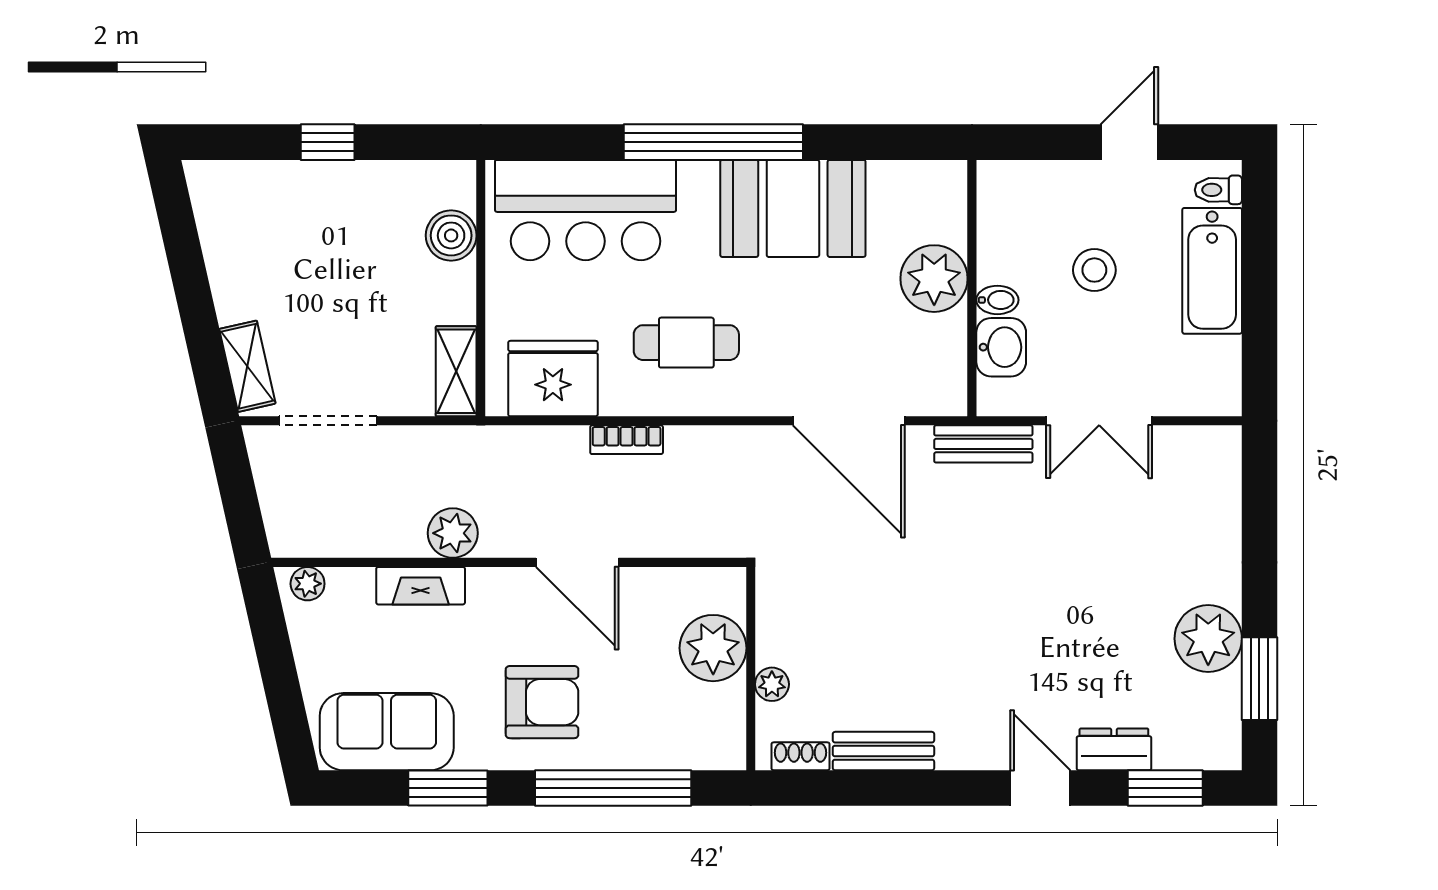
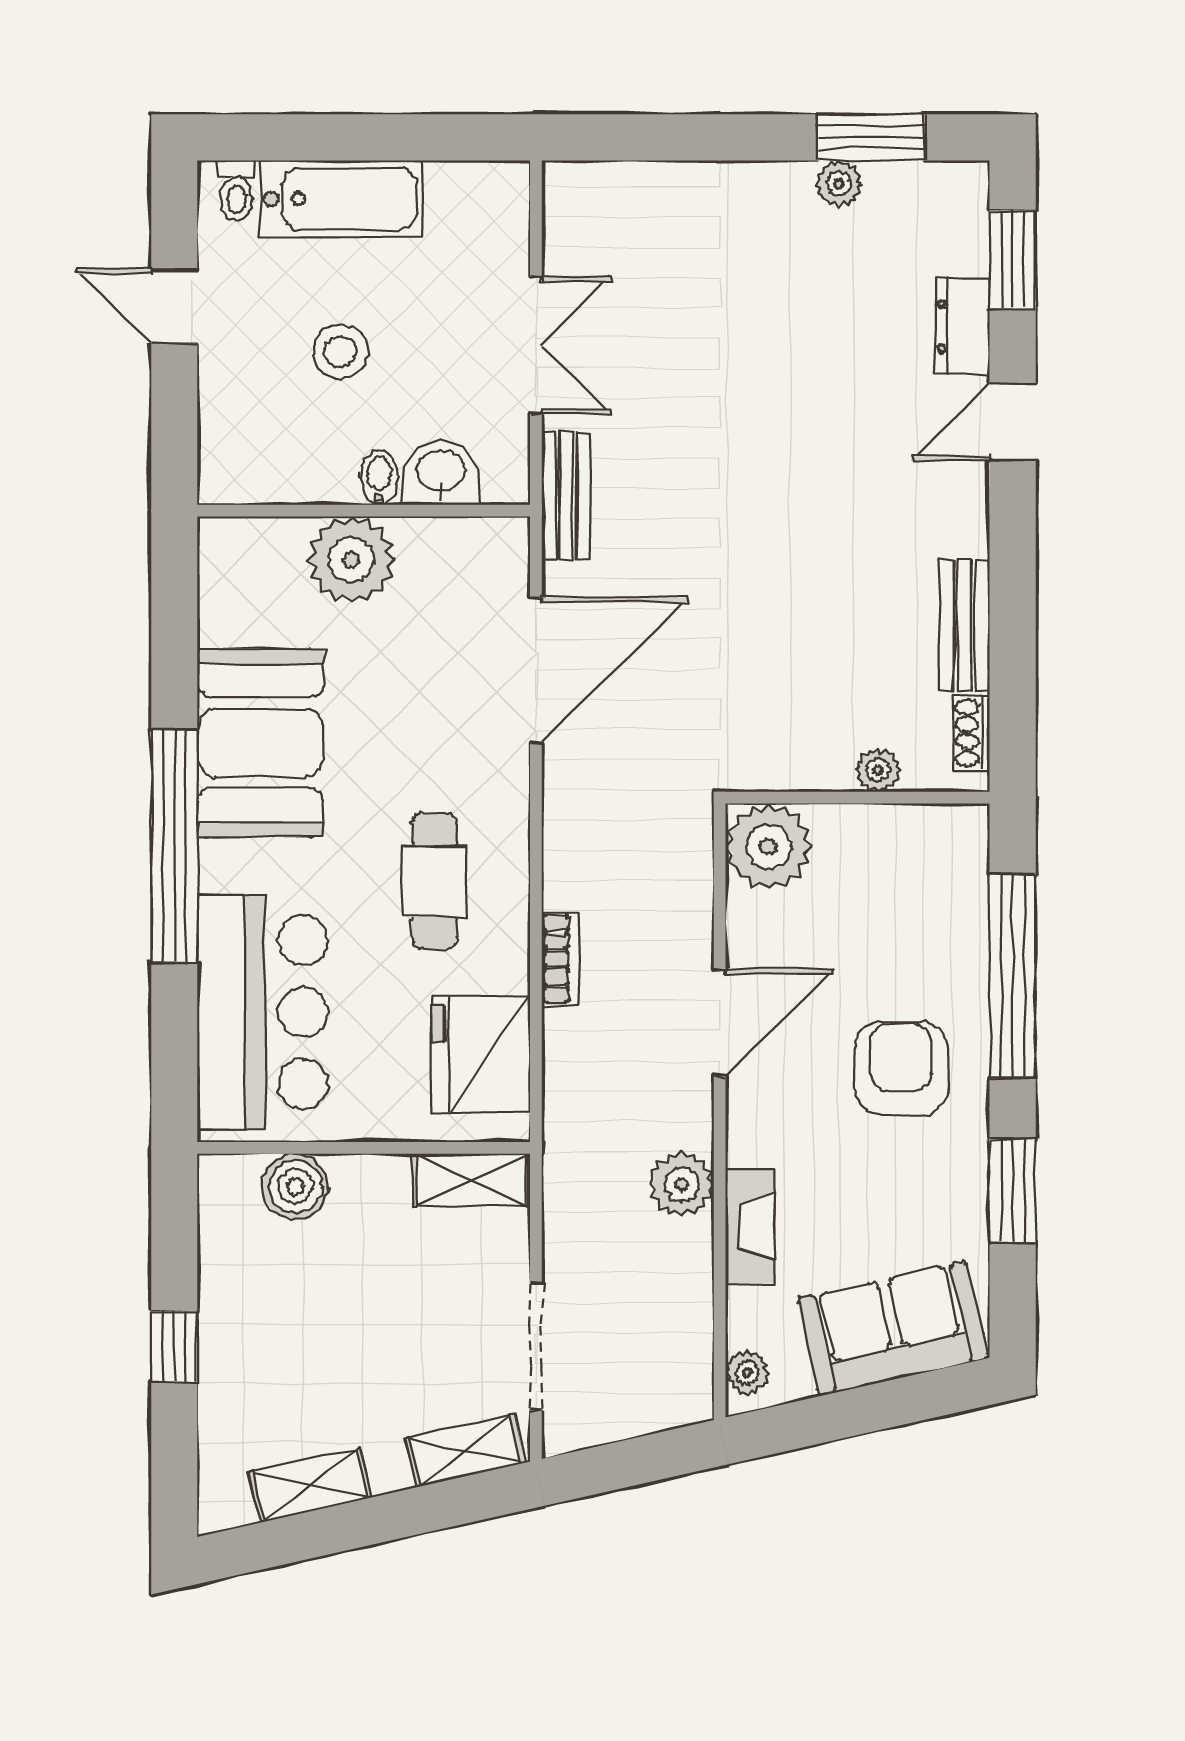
shelving: (221, 247) -> (310, 1485), added
plant: (1208, 639) -> (839, 184), width x0.53, depth x0.53
plant: (713, 648) -> (769, 847), moved
sofa: (387, 732) -> (893, 1328), moved, turned 77

